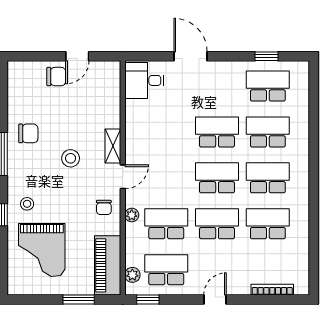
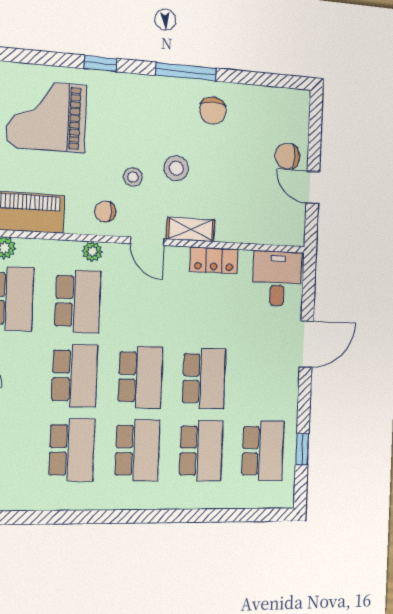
chair: (56, 77) -> (287, 156), turned 90
locker: (134, 128) -> (214, 260), added
stool: (27, 204) -> (133, 177), moved

